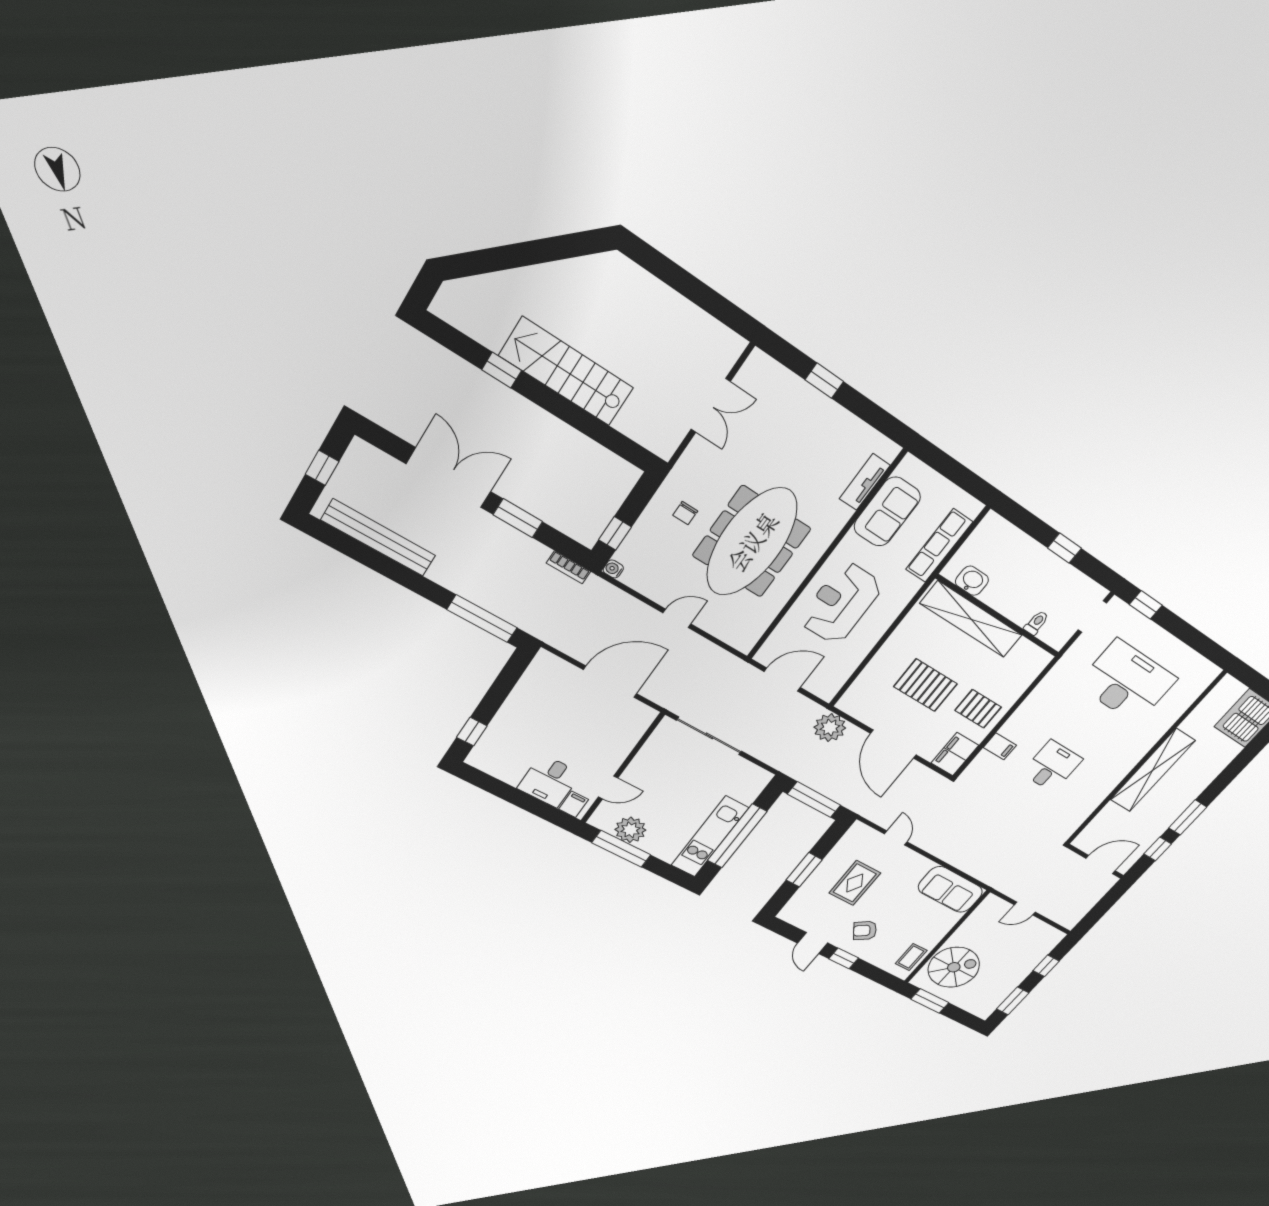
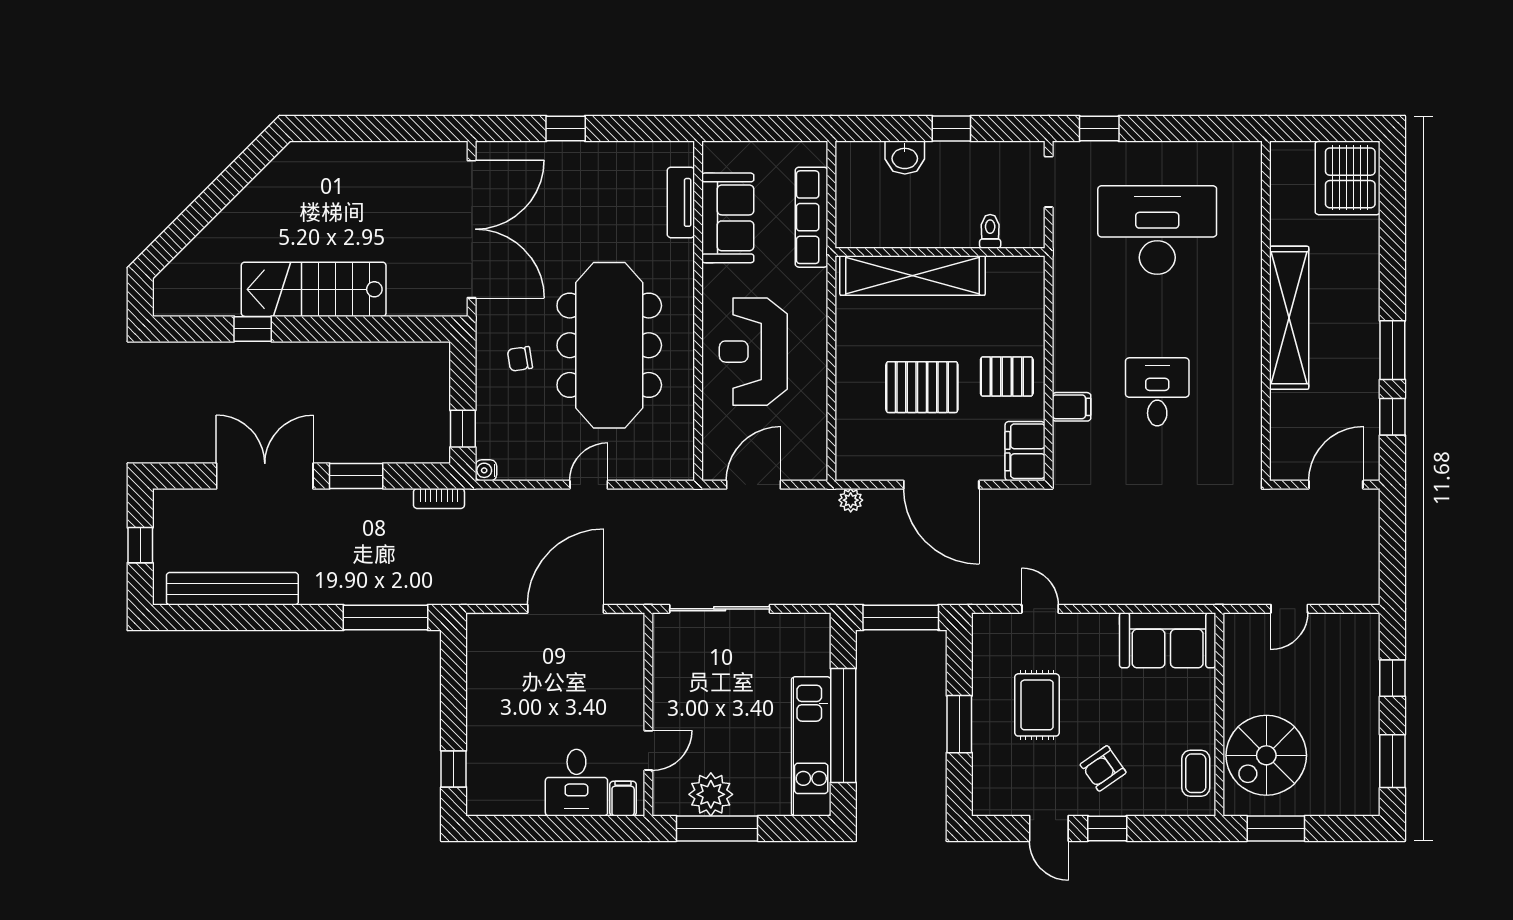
double door: (711, 406) -> (472, 229), width x1.87
chair: (685, 513) -> (520, 359), turned 81
washbasin: (972, 581) -> (905, 157), moved, turned 180
plant: (830, 728) -> (851, 500), width x0.53, depth x0.53
spiral stairs: (954, 967) -> (1266, 755), turned 180

